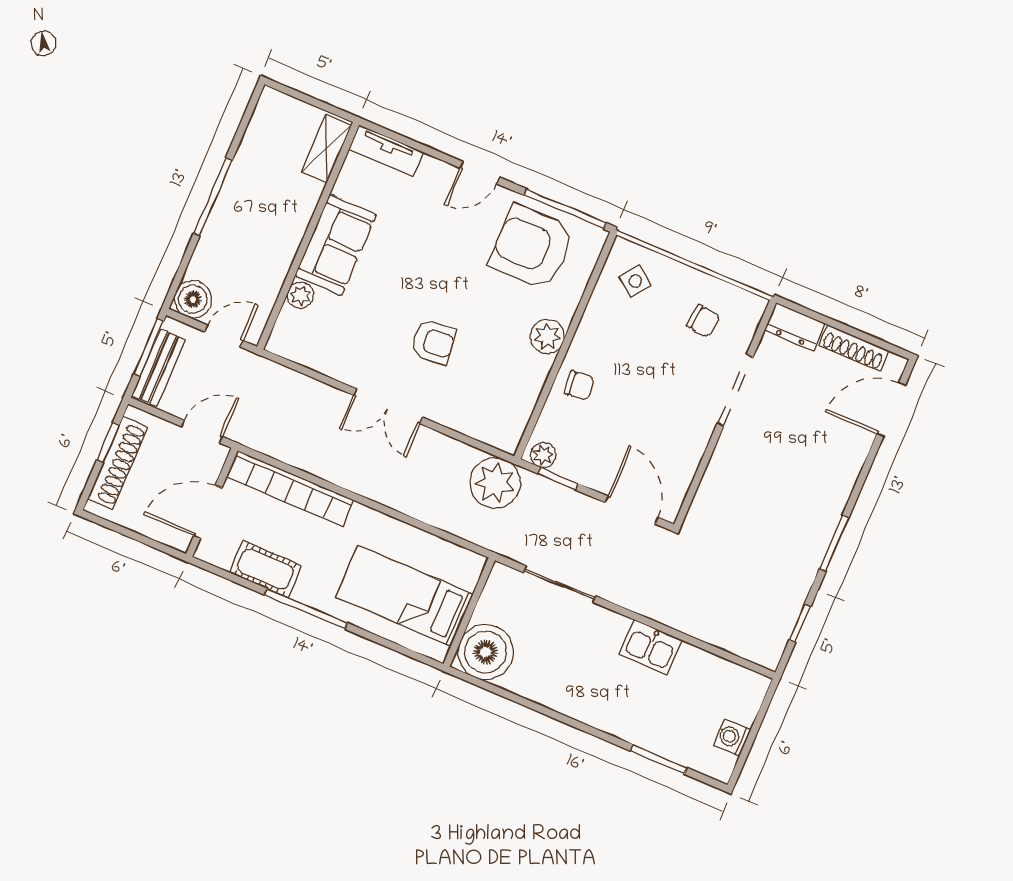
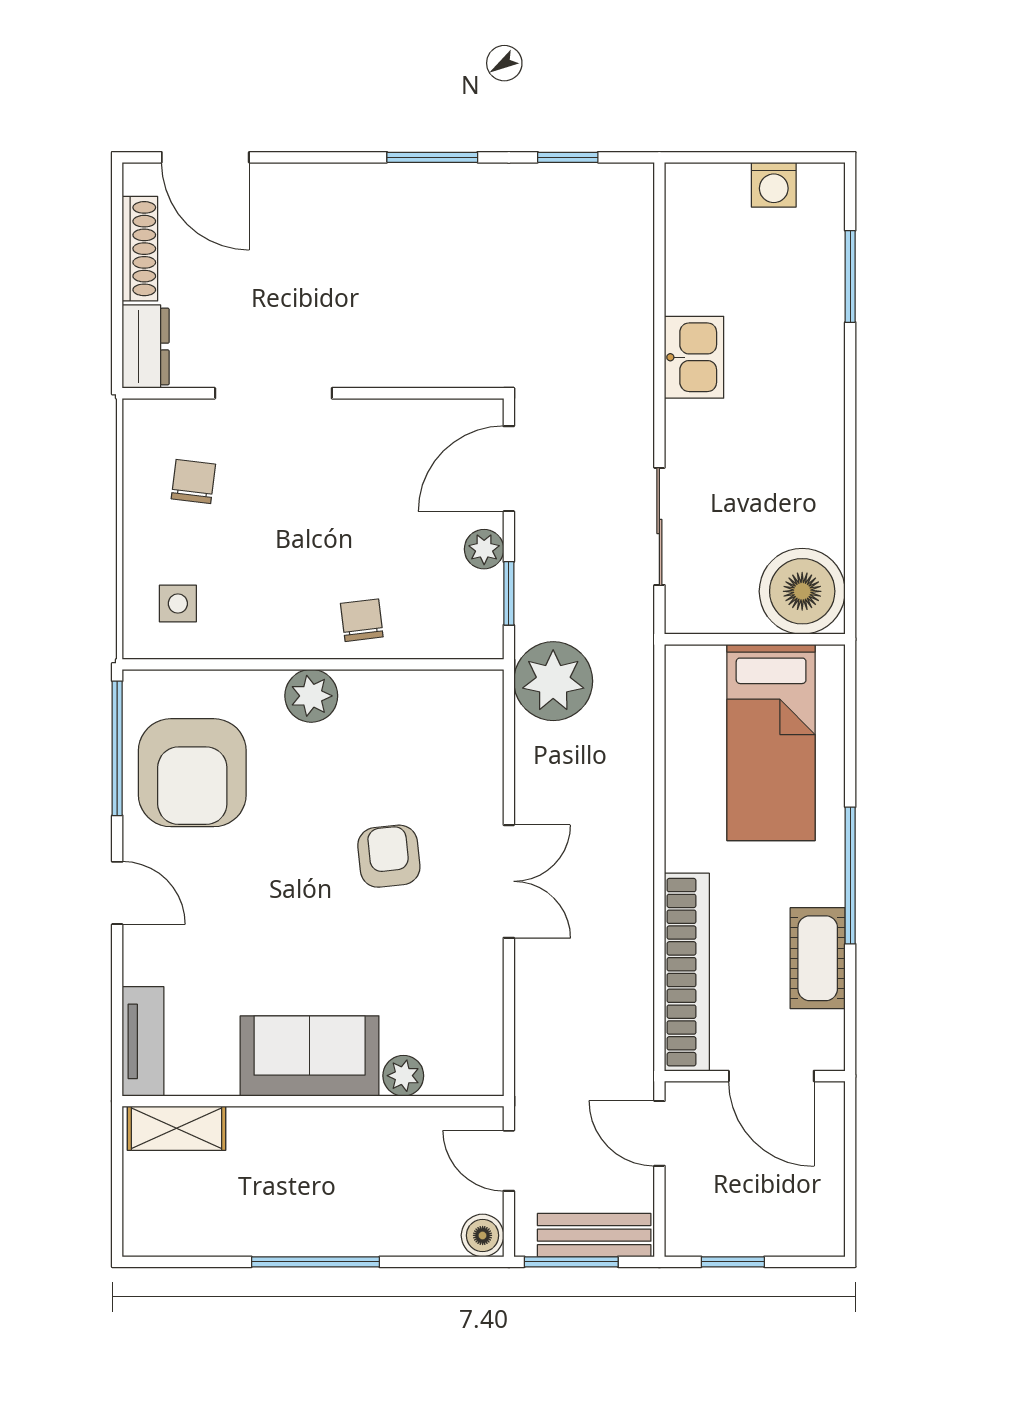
side table: (635, 281) -> (178, 604), turned -36
boiler: (193, 299) -> (483, 1235), width x0.73, depth x0.73
plant: (543, 455) -> (484, 549), moved
shoe rack: (118, 463) -> (756, 1235), removed

